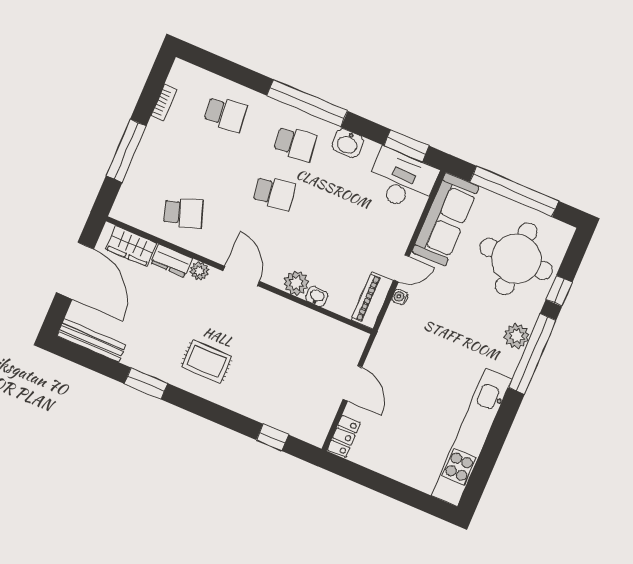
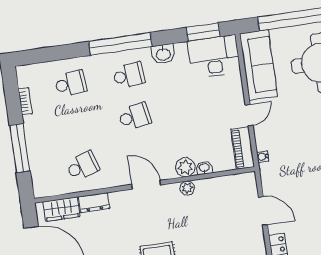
plant: (199, 271) -> (187, 188), moved
water cooler: (400, 297) -> (263, 157), moved

